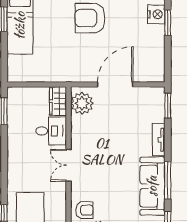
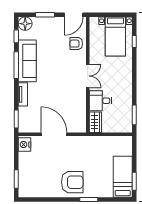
nightstand: (156, 14) -> (24, 145), moved
door: (115, 84) -> (54, 134), swing flipped
plant: (82, 103) -> (78, 121), removed

